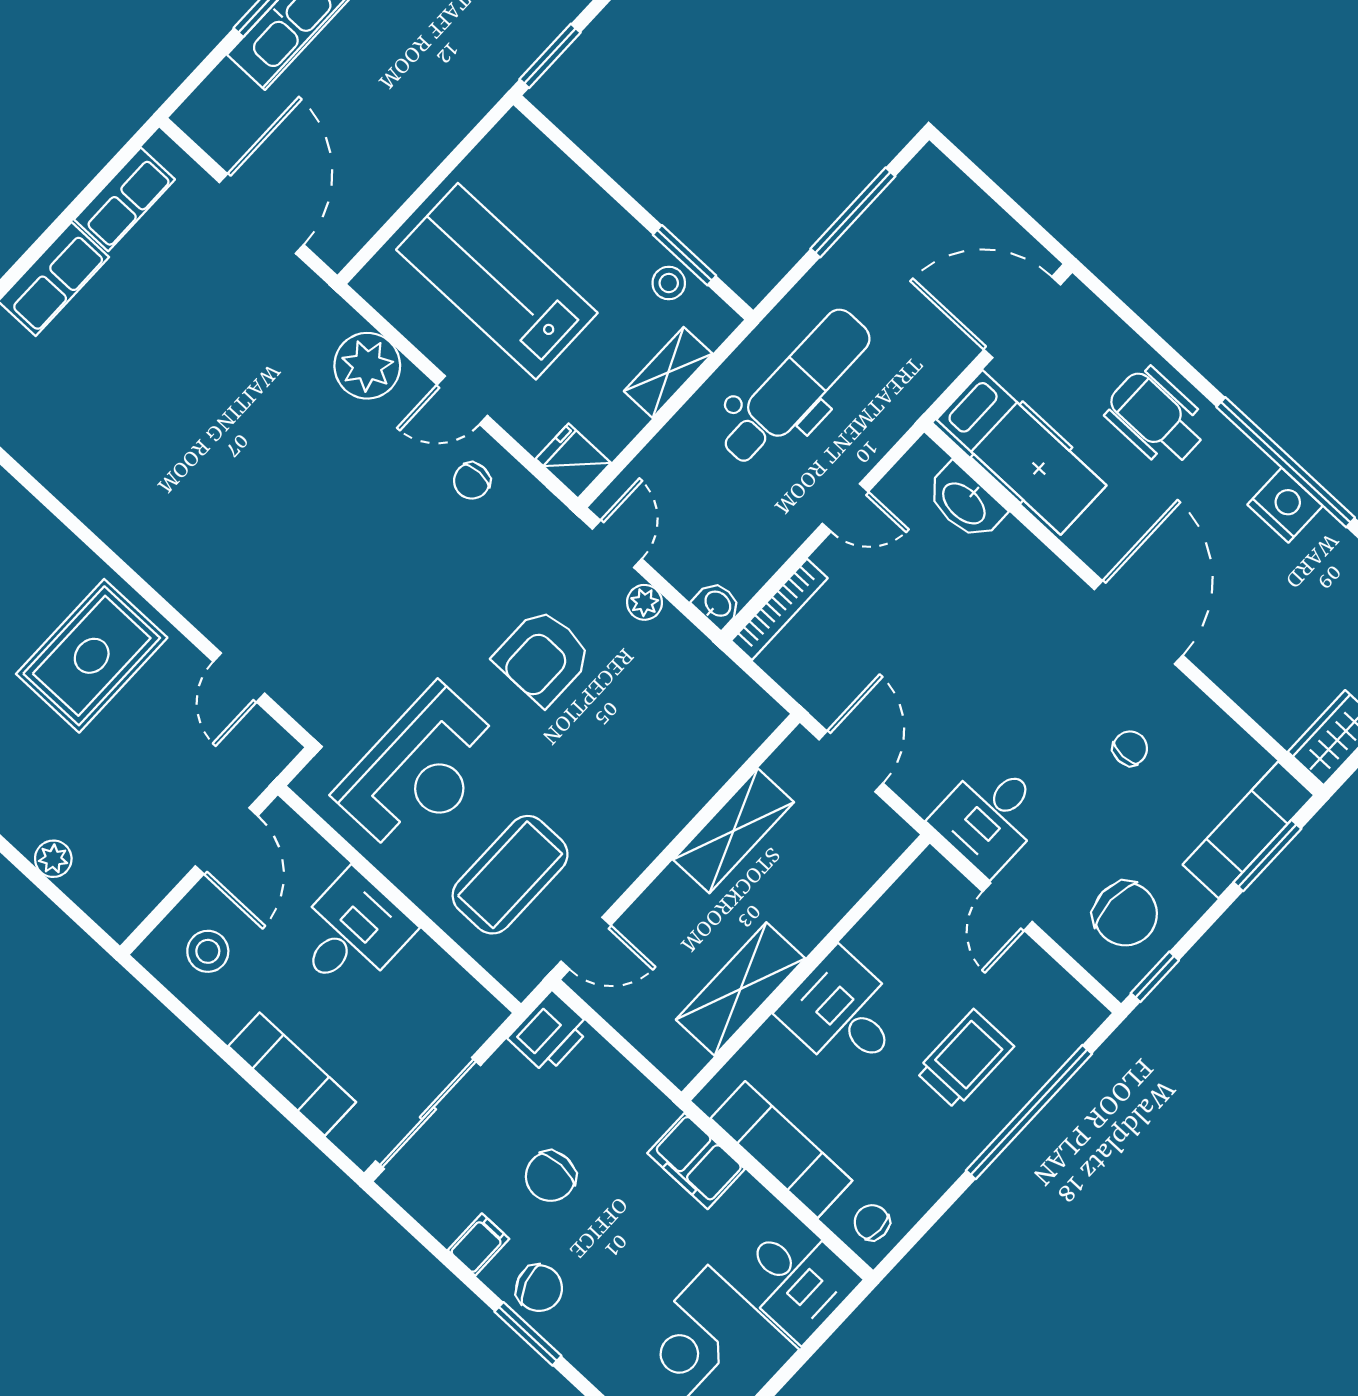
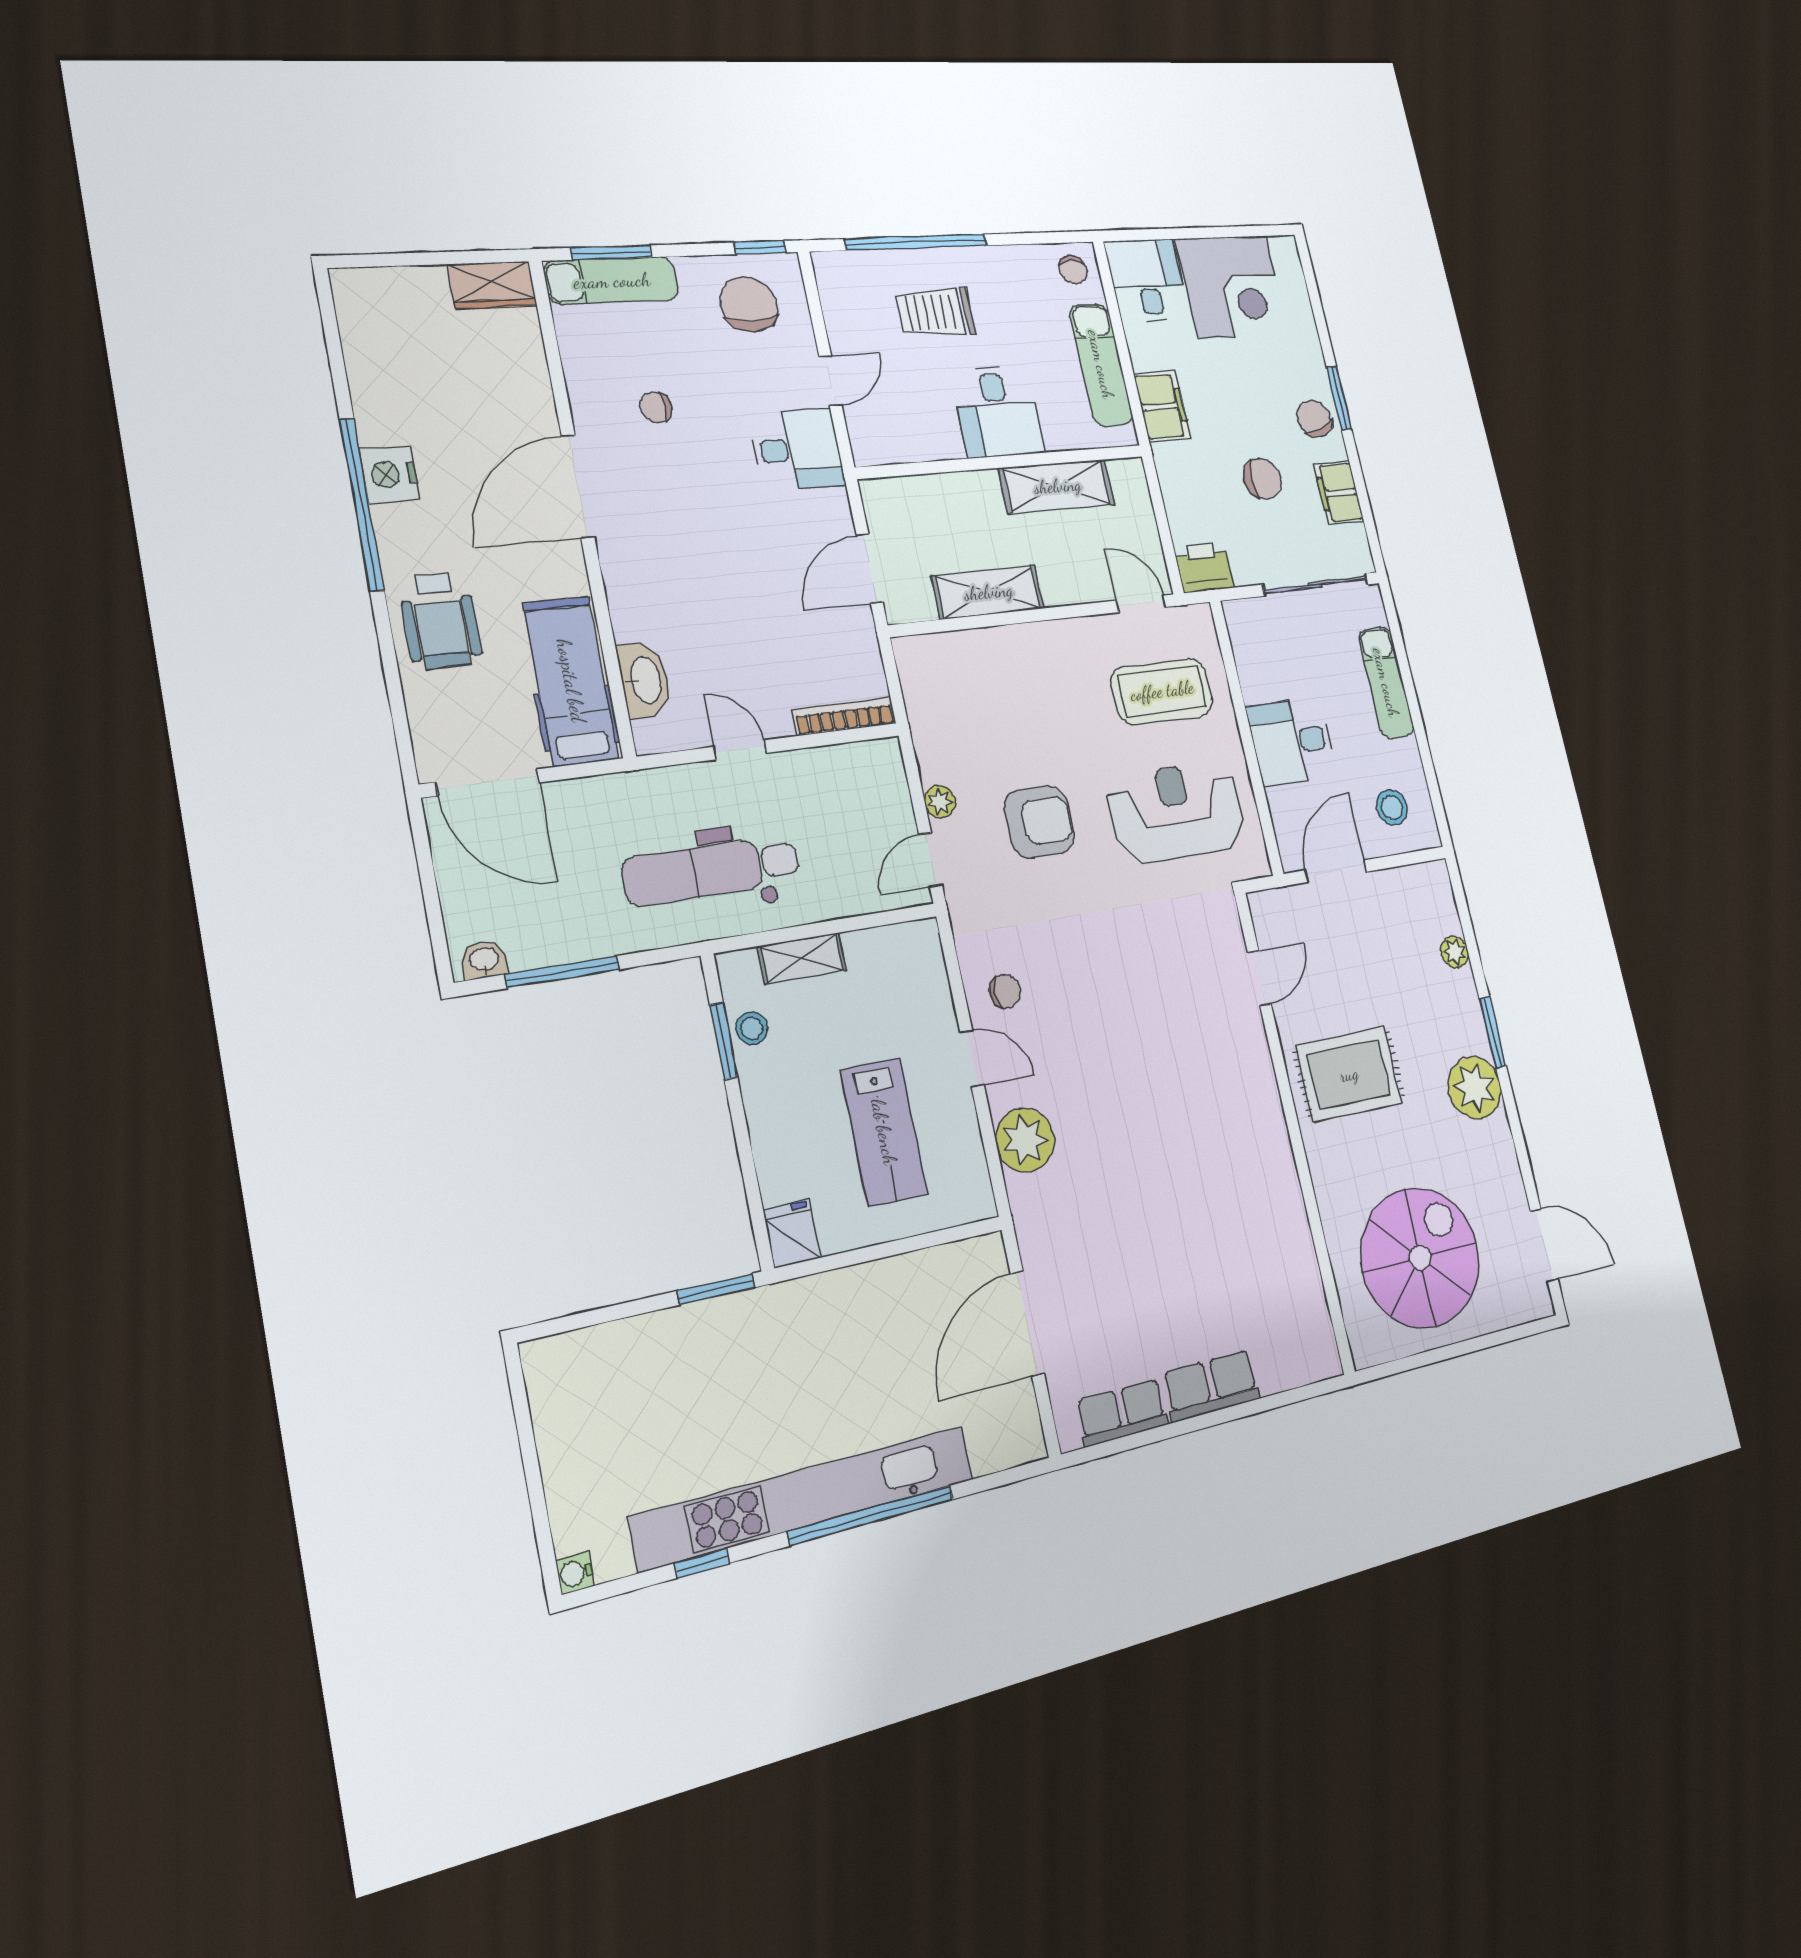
lab bench: (497, 281) -> (884, 1132), width x0.73, depth x0.72
fridge: (573, 461) -> (792, 1234), moved, turned 180
washbasin: (717, 604) -> (484, 960), moved, turned 90
filing cabinet: (479, 1244) -> (1339, 493), width x2.00

